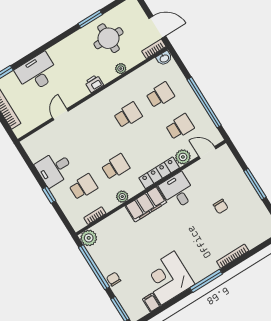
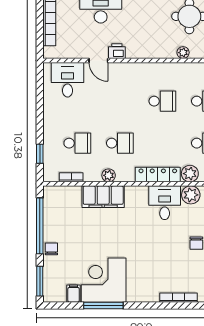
printer: (94, 84) -> (117, 51), moved
door: (60, 114) -> (98, 60), swing flipped
desk: (54, 169) -> (68, 80), moved, turned 90
window: (49, 195) -> (40, 154), moved
filing cabinet: (146, 204) -> (103, 197), moved
plant: (89, 238) -> (191, 195), moved
window: (206, 281) -> (103, 305), moved

